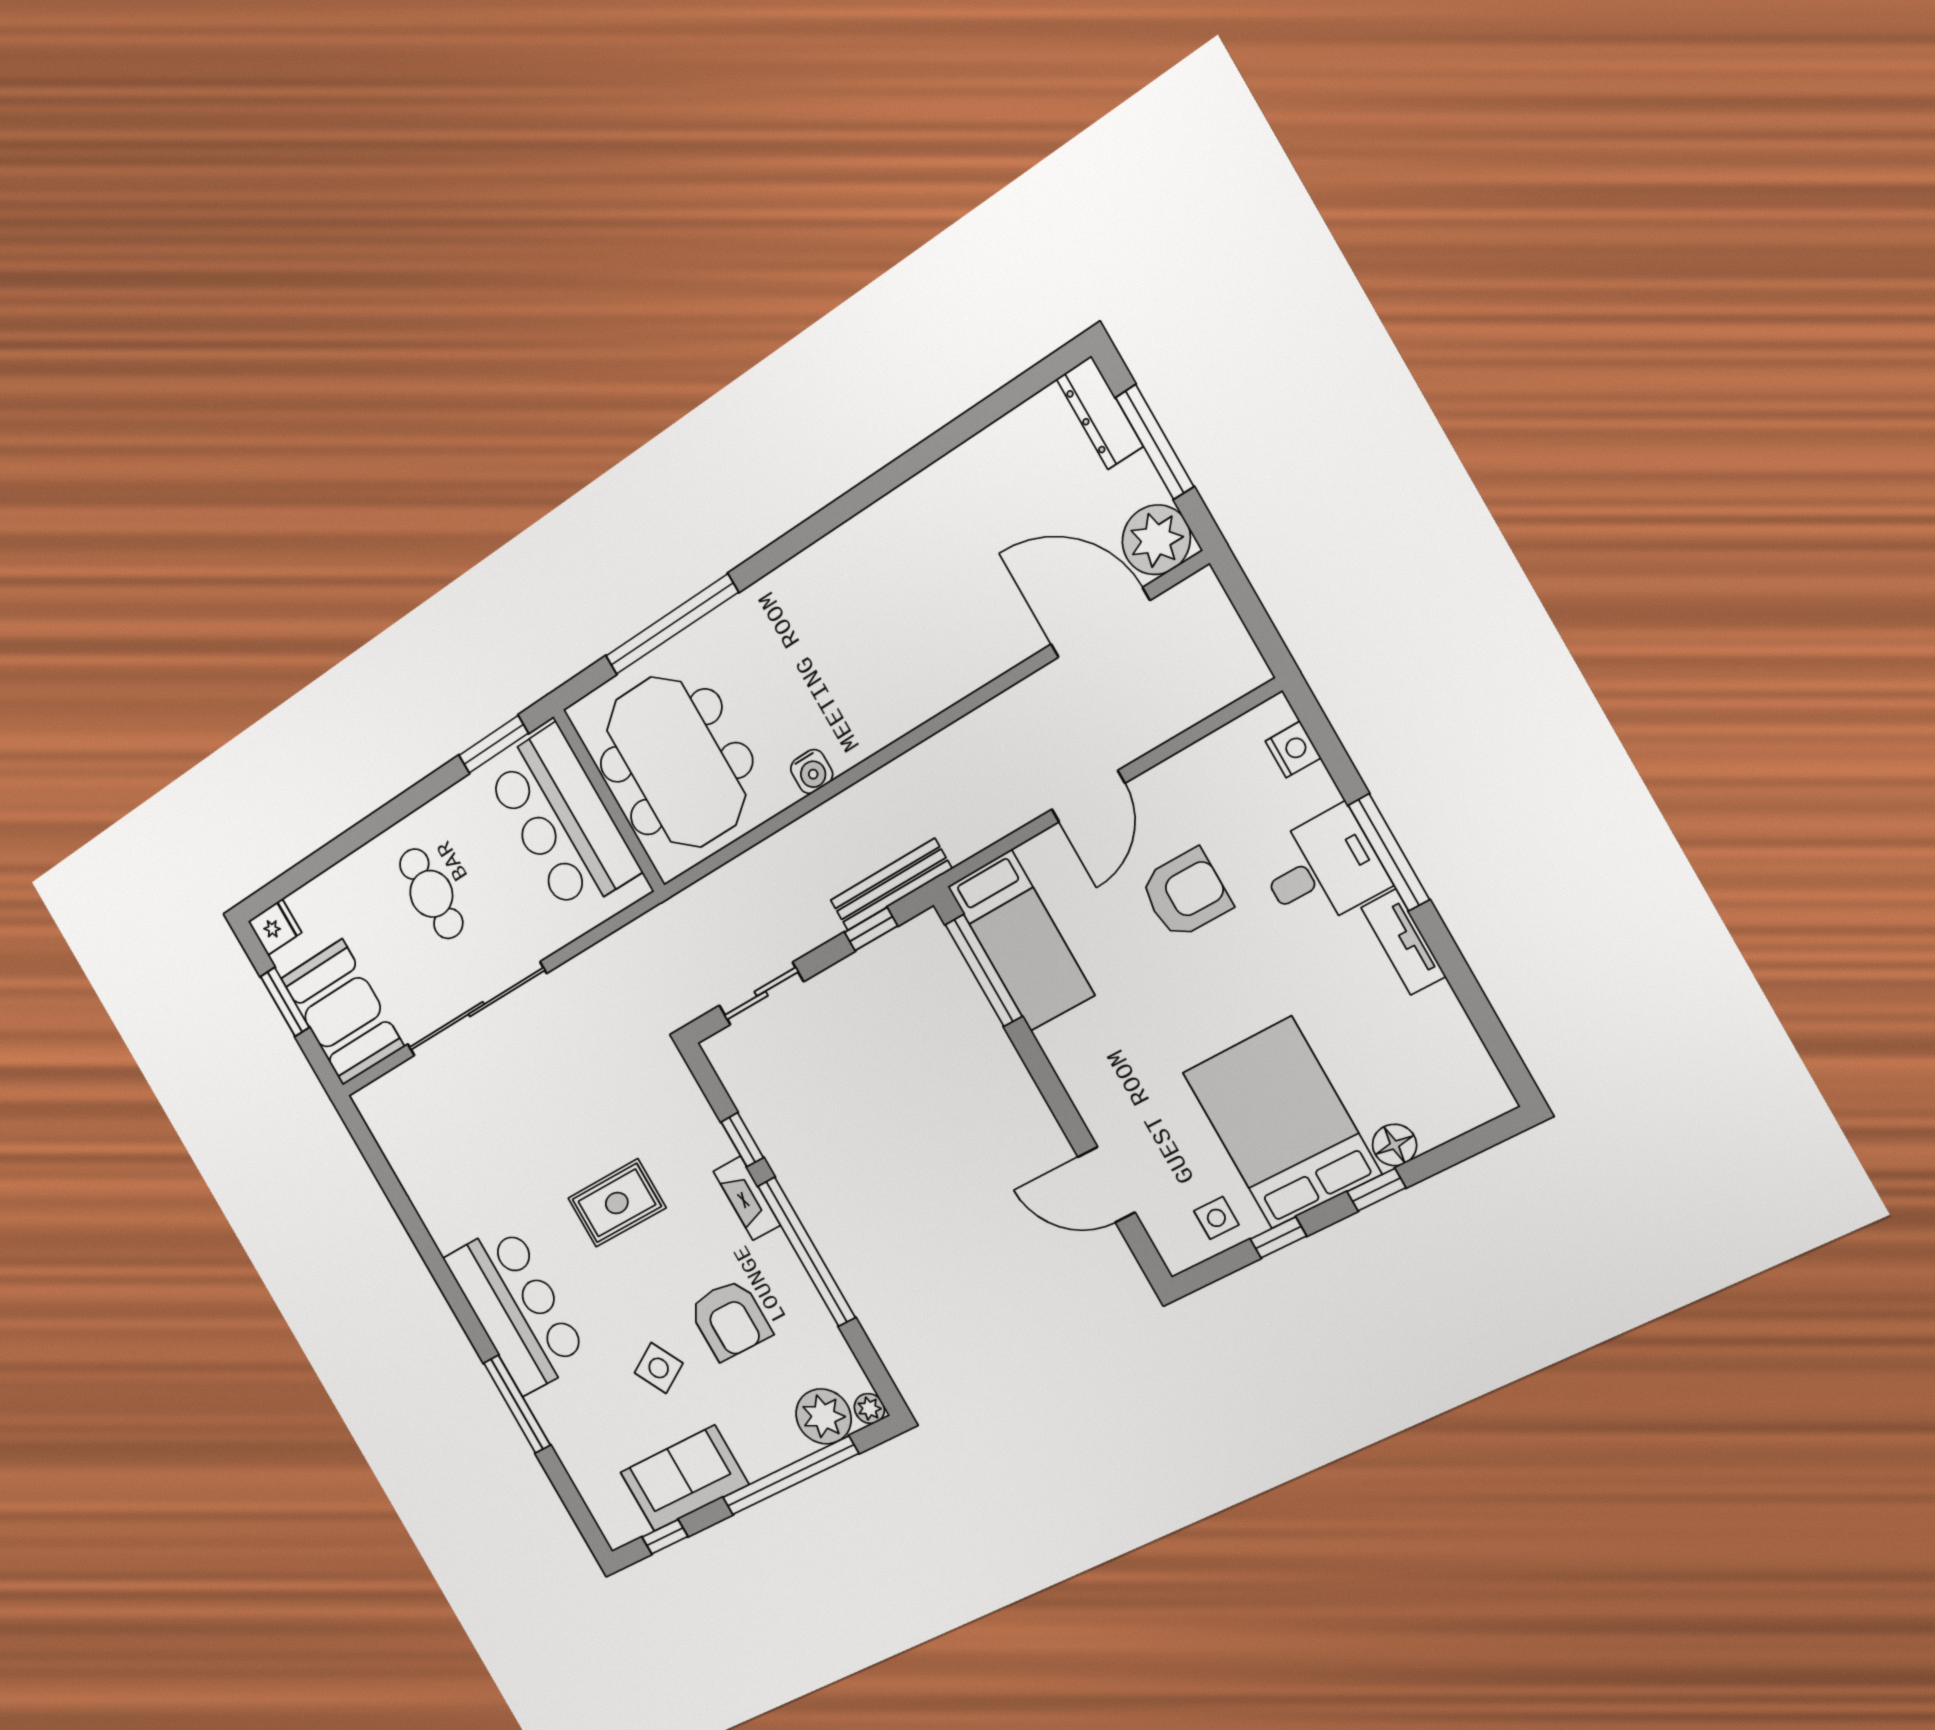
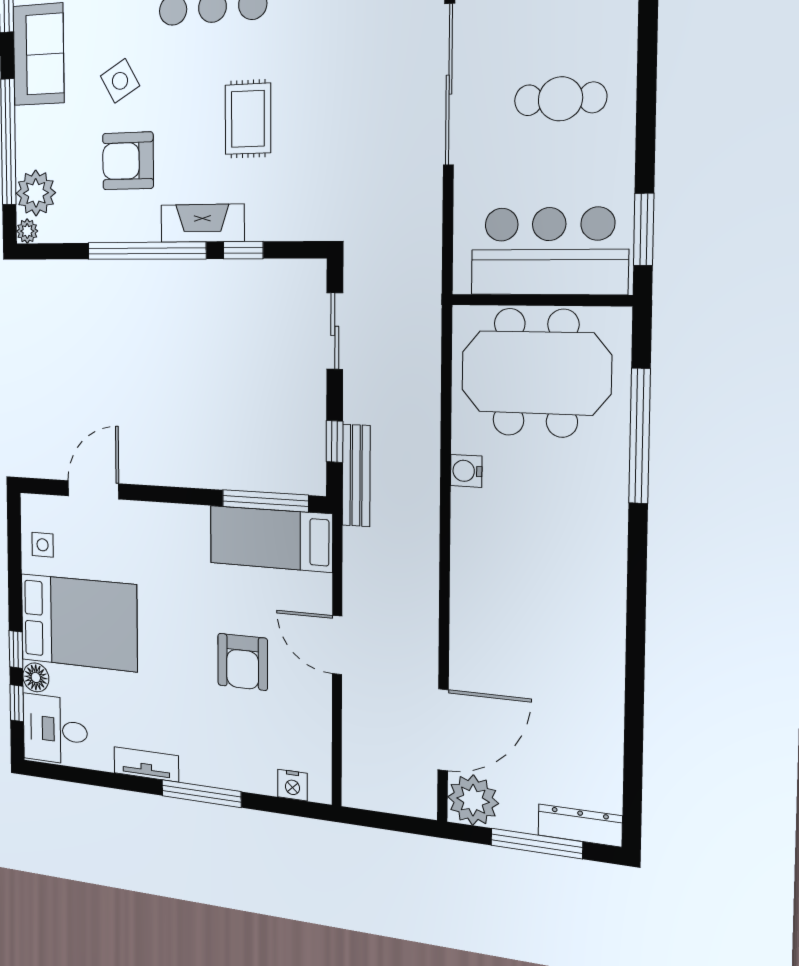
desk: (1322, 869) -> (55, 730), moved, turned 90
fireplace: (747, 1198) -> (202, 223), width x1.37, depth x1.32
window: (1278, 1238) -> (17, 703), moved

